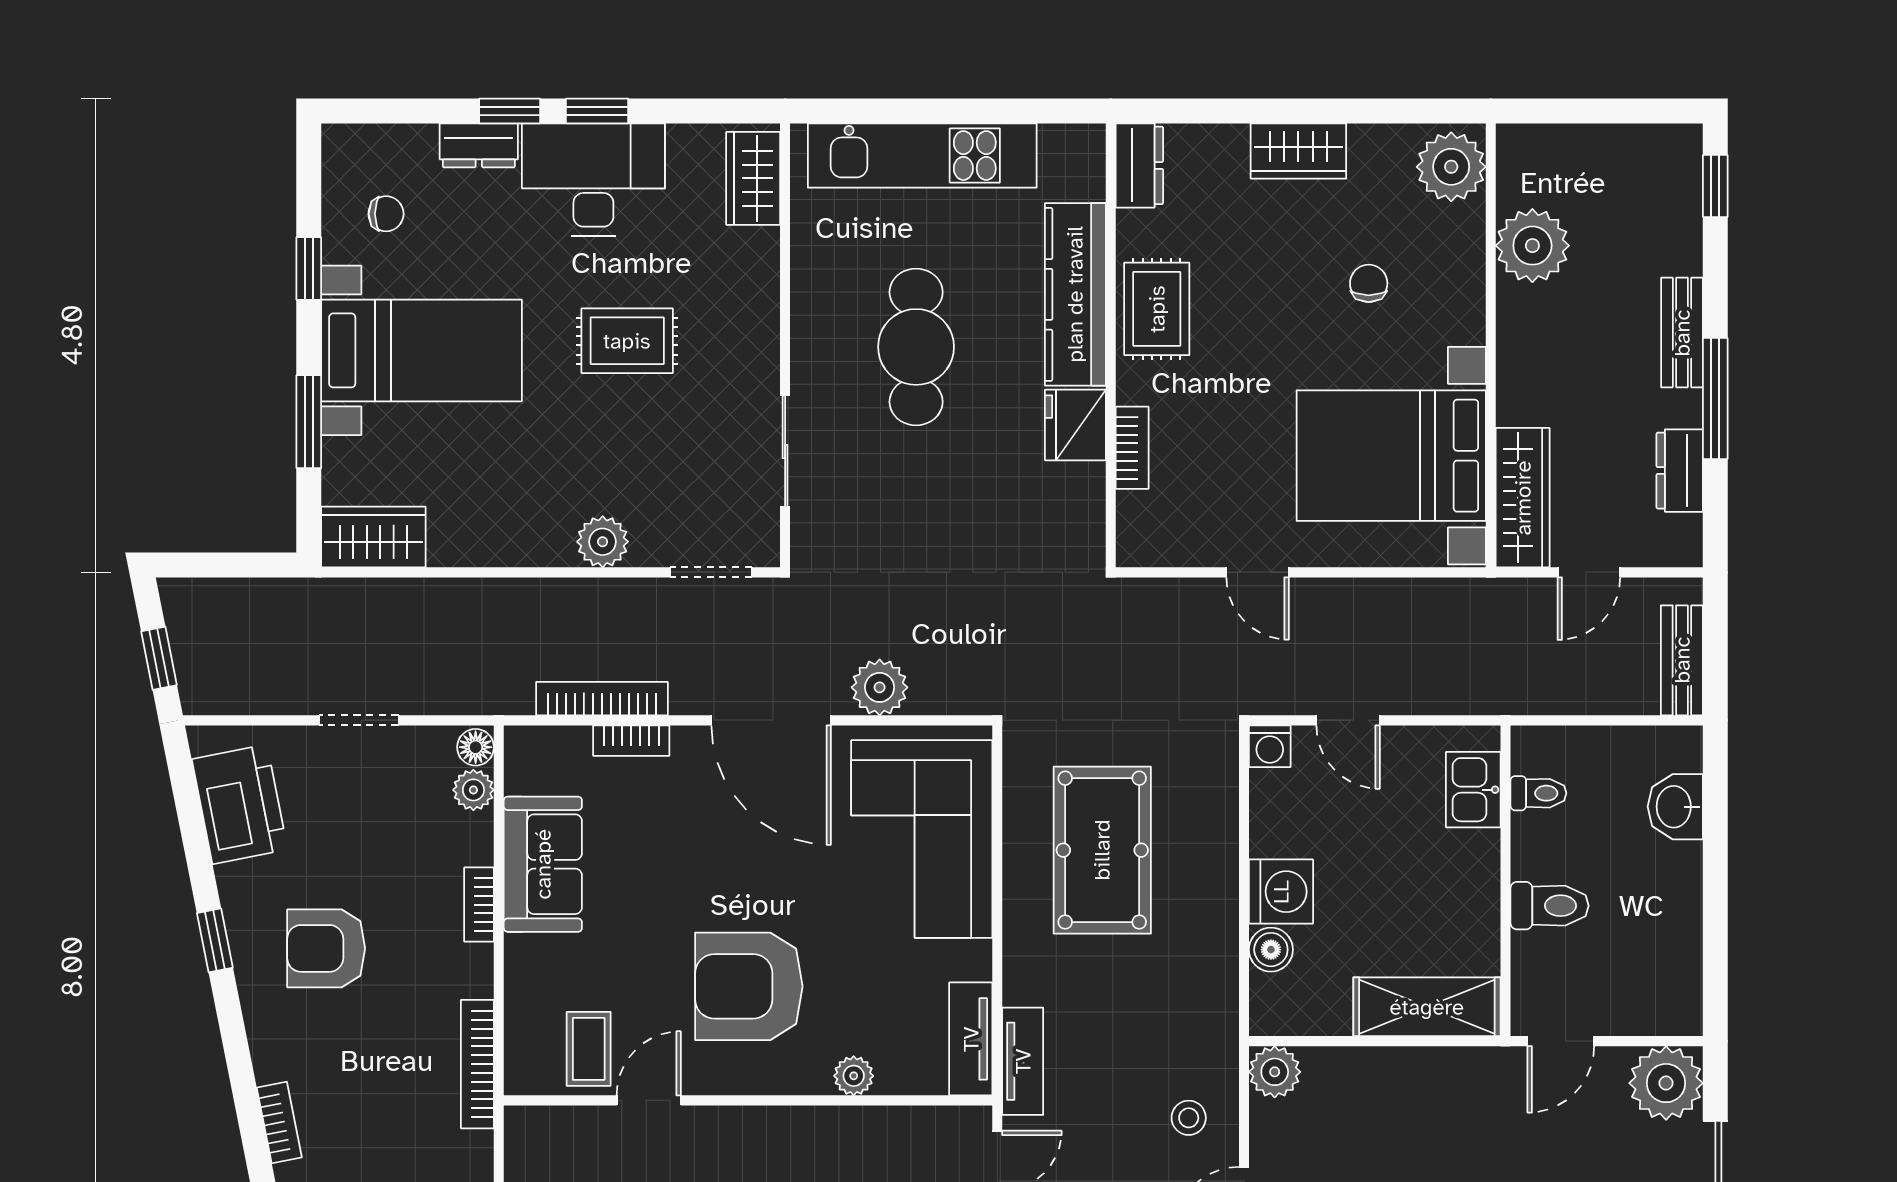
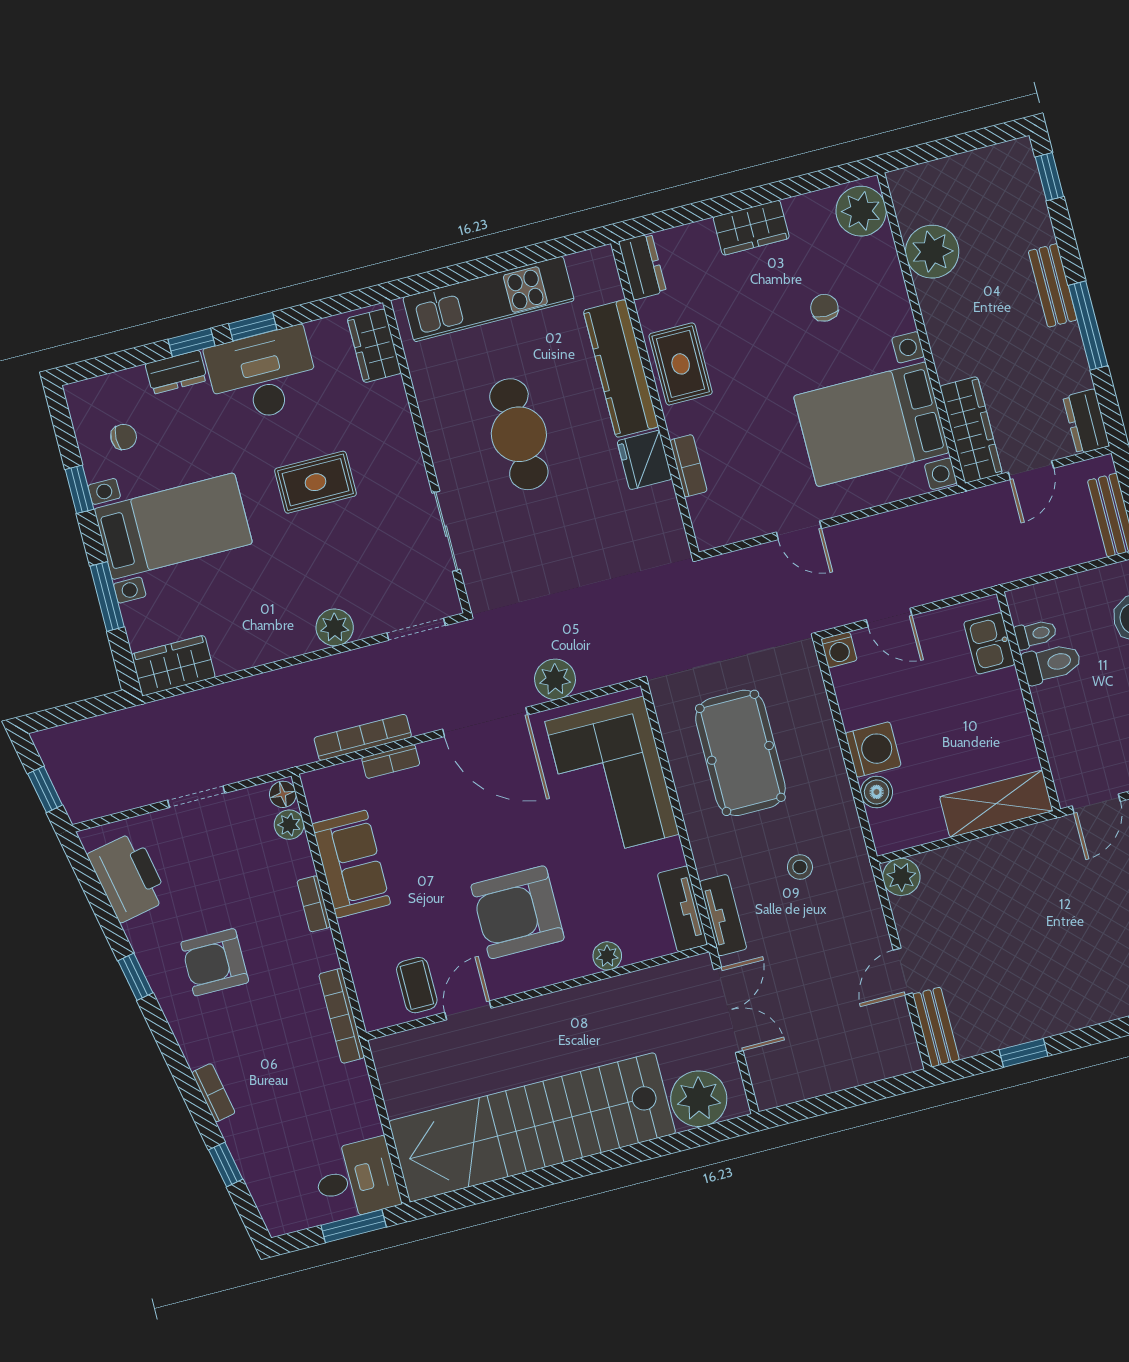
dresser: (1680, 471) -> (1086, 421), moved
toilet: (1550, 906) -> (1052, 663), moved
stool: (1189, 1118) -> (800, 867), moved

